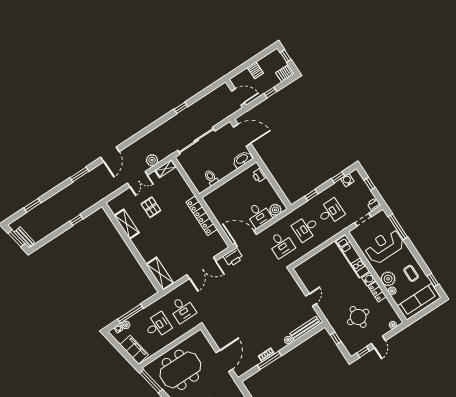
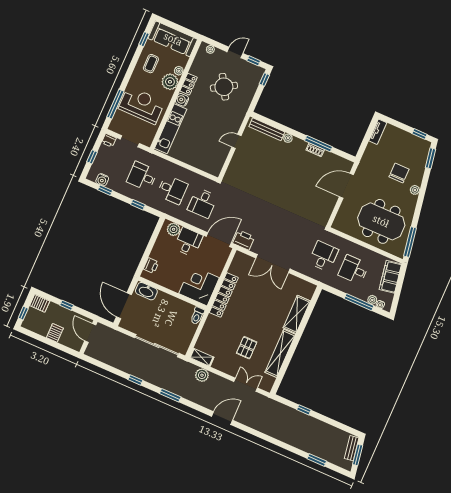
window: (79, 174) -> (170, 395), moved
toilet: (211, 178) -> (197, 316), moved
double door: (138, 179) -> (246, 385), moved
corner desk: (221, 202) -> (199, 286), added
shelving: (127, 224) -> (280, 353), width x1.47
door: (246, 239) -> (219, 240), swing flipped
desk: (281, 244) -> (203, 203), turned 180
reception desk: (384, 246) -> (142, 105), turned 180
double door: (201, 268) -> (273, 264), swing flipped
shelving: (160, 274) -> (297, 314), moved
round table: (358, 317) -> (224, 87), turned -31
window: (336, 338) -> (264, 79), moved

